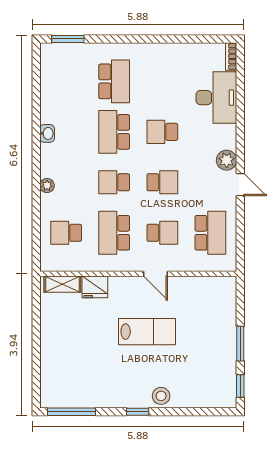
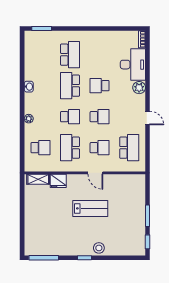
plant: (227, 160) -> (139, 88), moved
school desk: (114, 182) -> (70, 117), turned 180
school desk: (66, 233) -> (40, 148), turned 180

